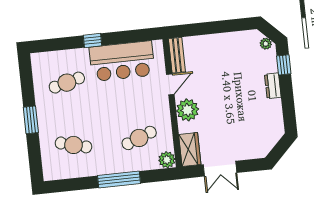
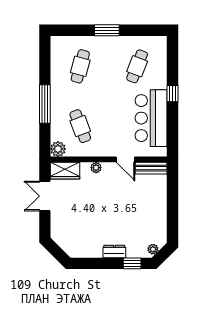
cafe table: (67, 83) -> (137, 66), turned 36
plant: (188, 110) -> (96, 168), width x0.53, depth x0.53

